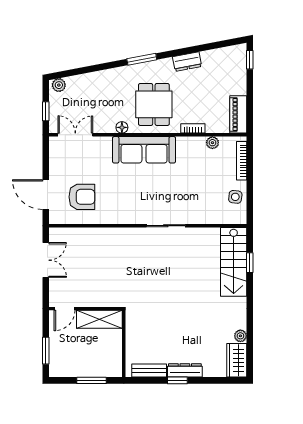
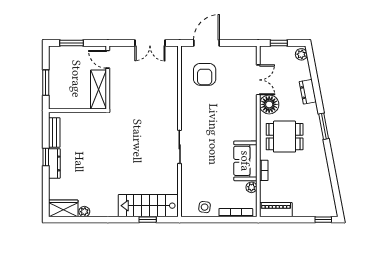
dresser: (187, 62) -> (308, 92), moved
floor lamp: (122, 127) -> (269, 104), width x1.89, depth x1.89
double door: (75, 135) -> (258, 80), moved
sofa: (144, 150) -> (245, 161), moved, width x0.73

